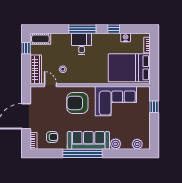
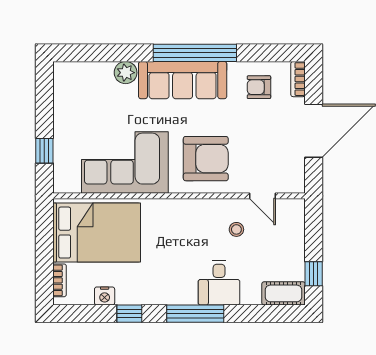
desk: (82, 44) -> (219, 283), moved
wardrobe: (36, 69) -> (293, 229), removed
plant: (137, 144) -> (80, 72), removed

